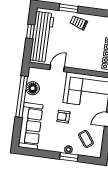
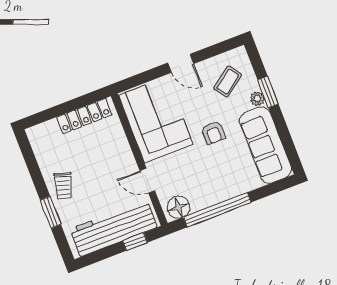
window: (30, 31) -> (135, 242), moved
floor lamp: (33, 88) -> (178, 207), moved
sofa: (31, 126) -> (266, 145), moved, turned -90

